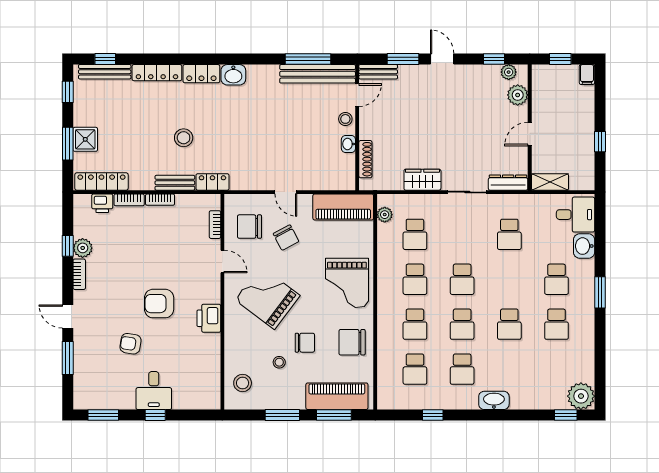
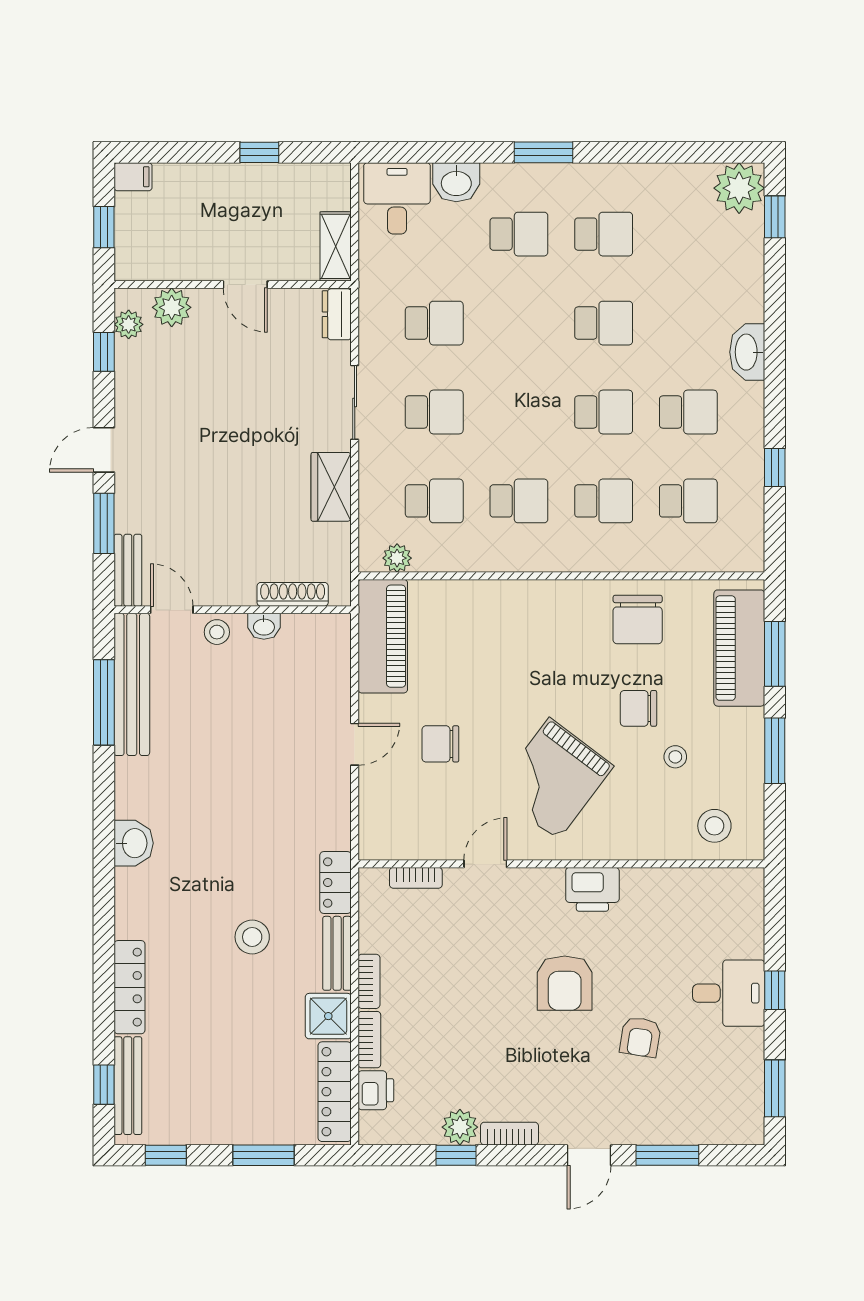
locker: (201, 74) -> (131, 903), removed
shower: (85, 139) -> (328, 1016), moved
dresser: (508, 183) -> (337, 314), width x0.70
chair: (249, 227) -> (420, 813), removed
chair: (286, 238) -> (440, 744), turned -152
school desk: (462, 279) -> (434, 412), moved
grand piano: (347, 283) -> (526, 629), removed
chair: (305, 343) -> (638, 708), turned -90

